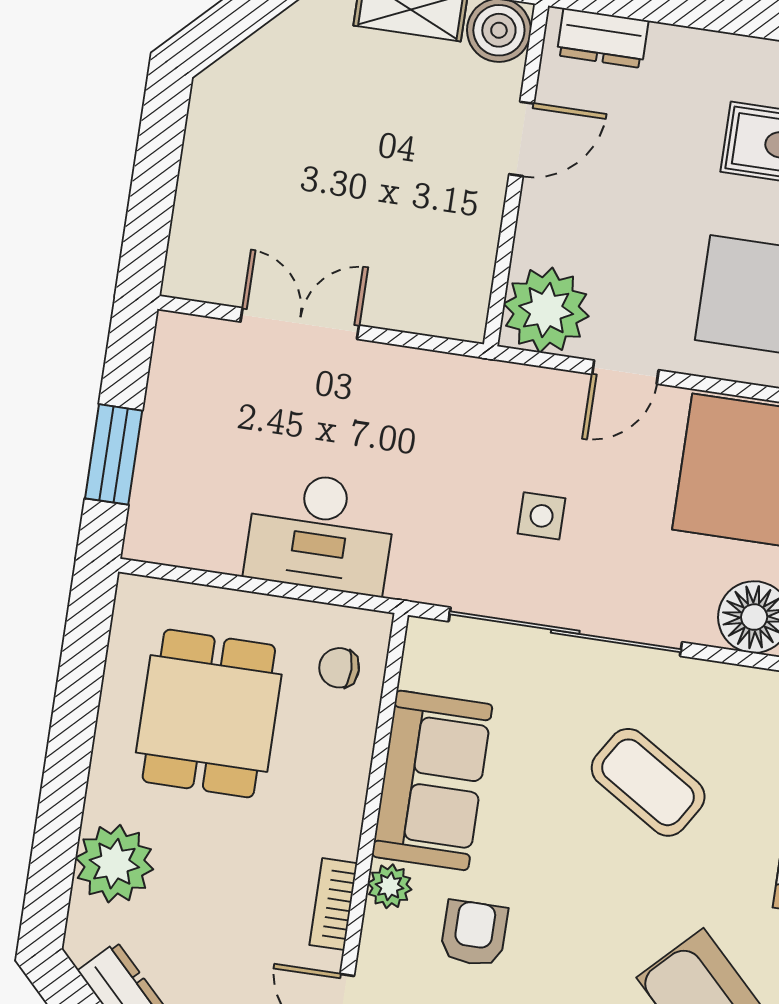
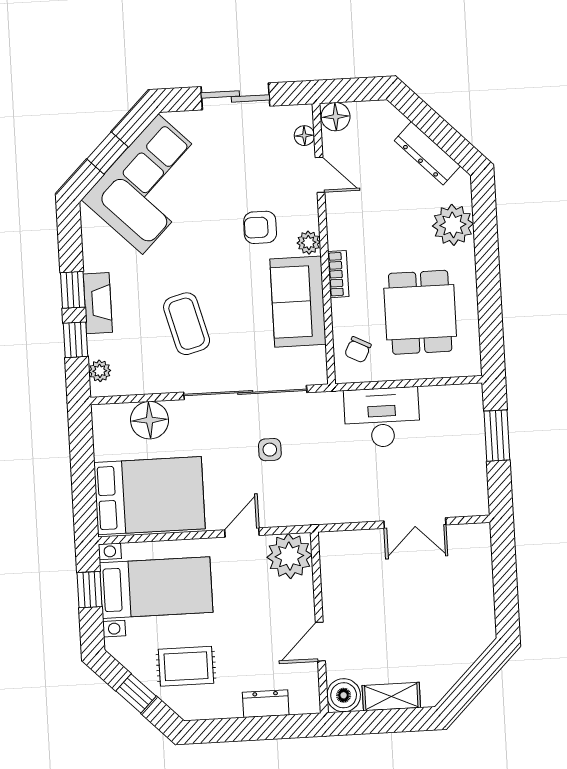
dresser: (603, 38) -> (266, 704), moved
chair: (339, 668) -> (358, 350), turned 117
coffee table: (648, 782) -> (187, 324), turned 43
bookcase: (333, 904) -> (338, 274), moved
armchair: (474, 933) -> (260, 227), turned 90

